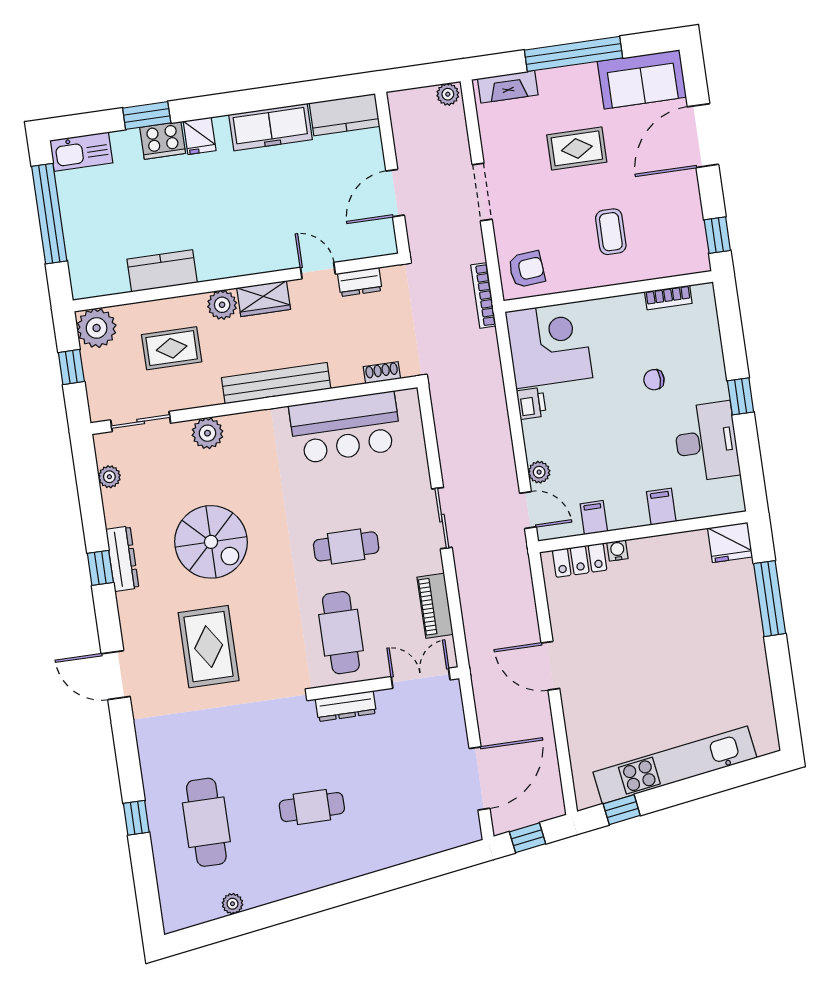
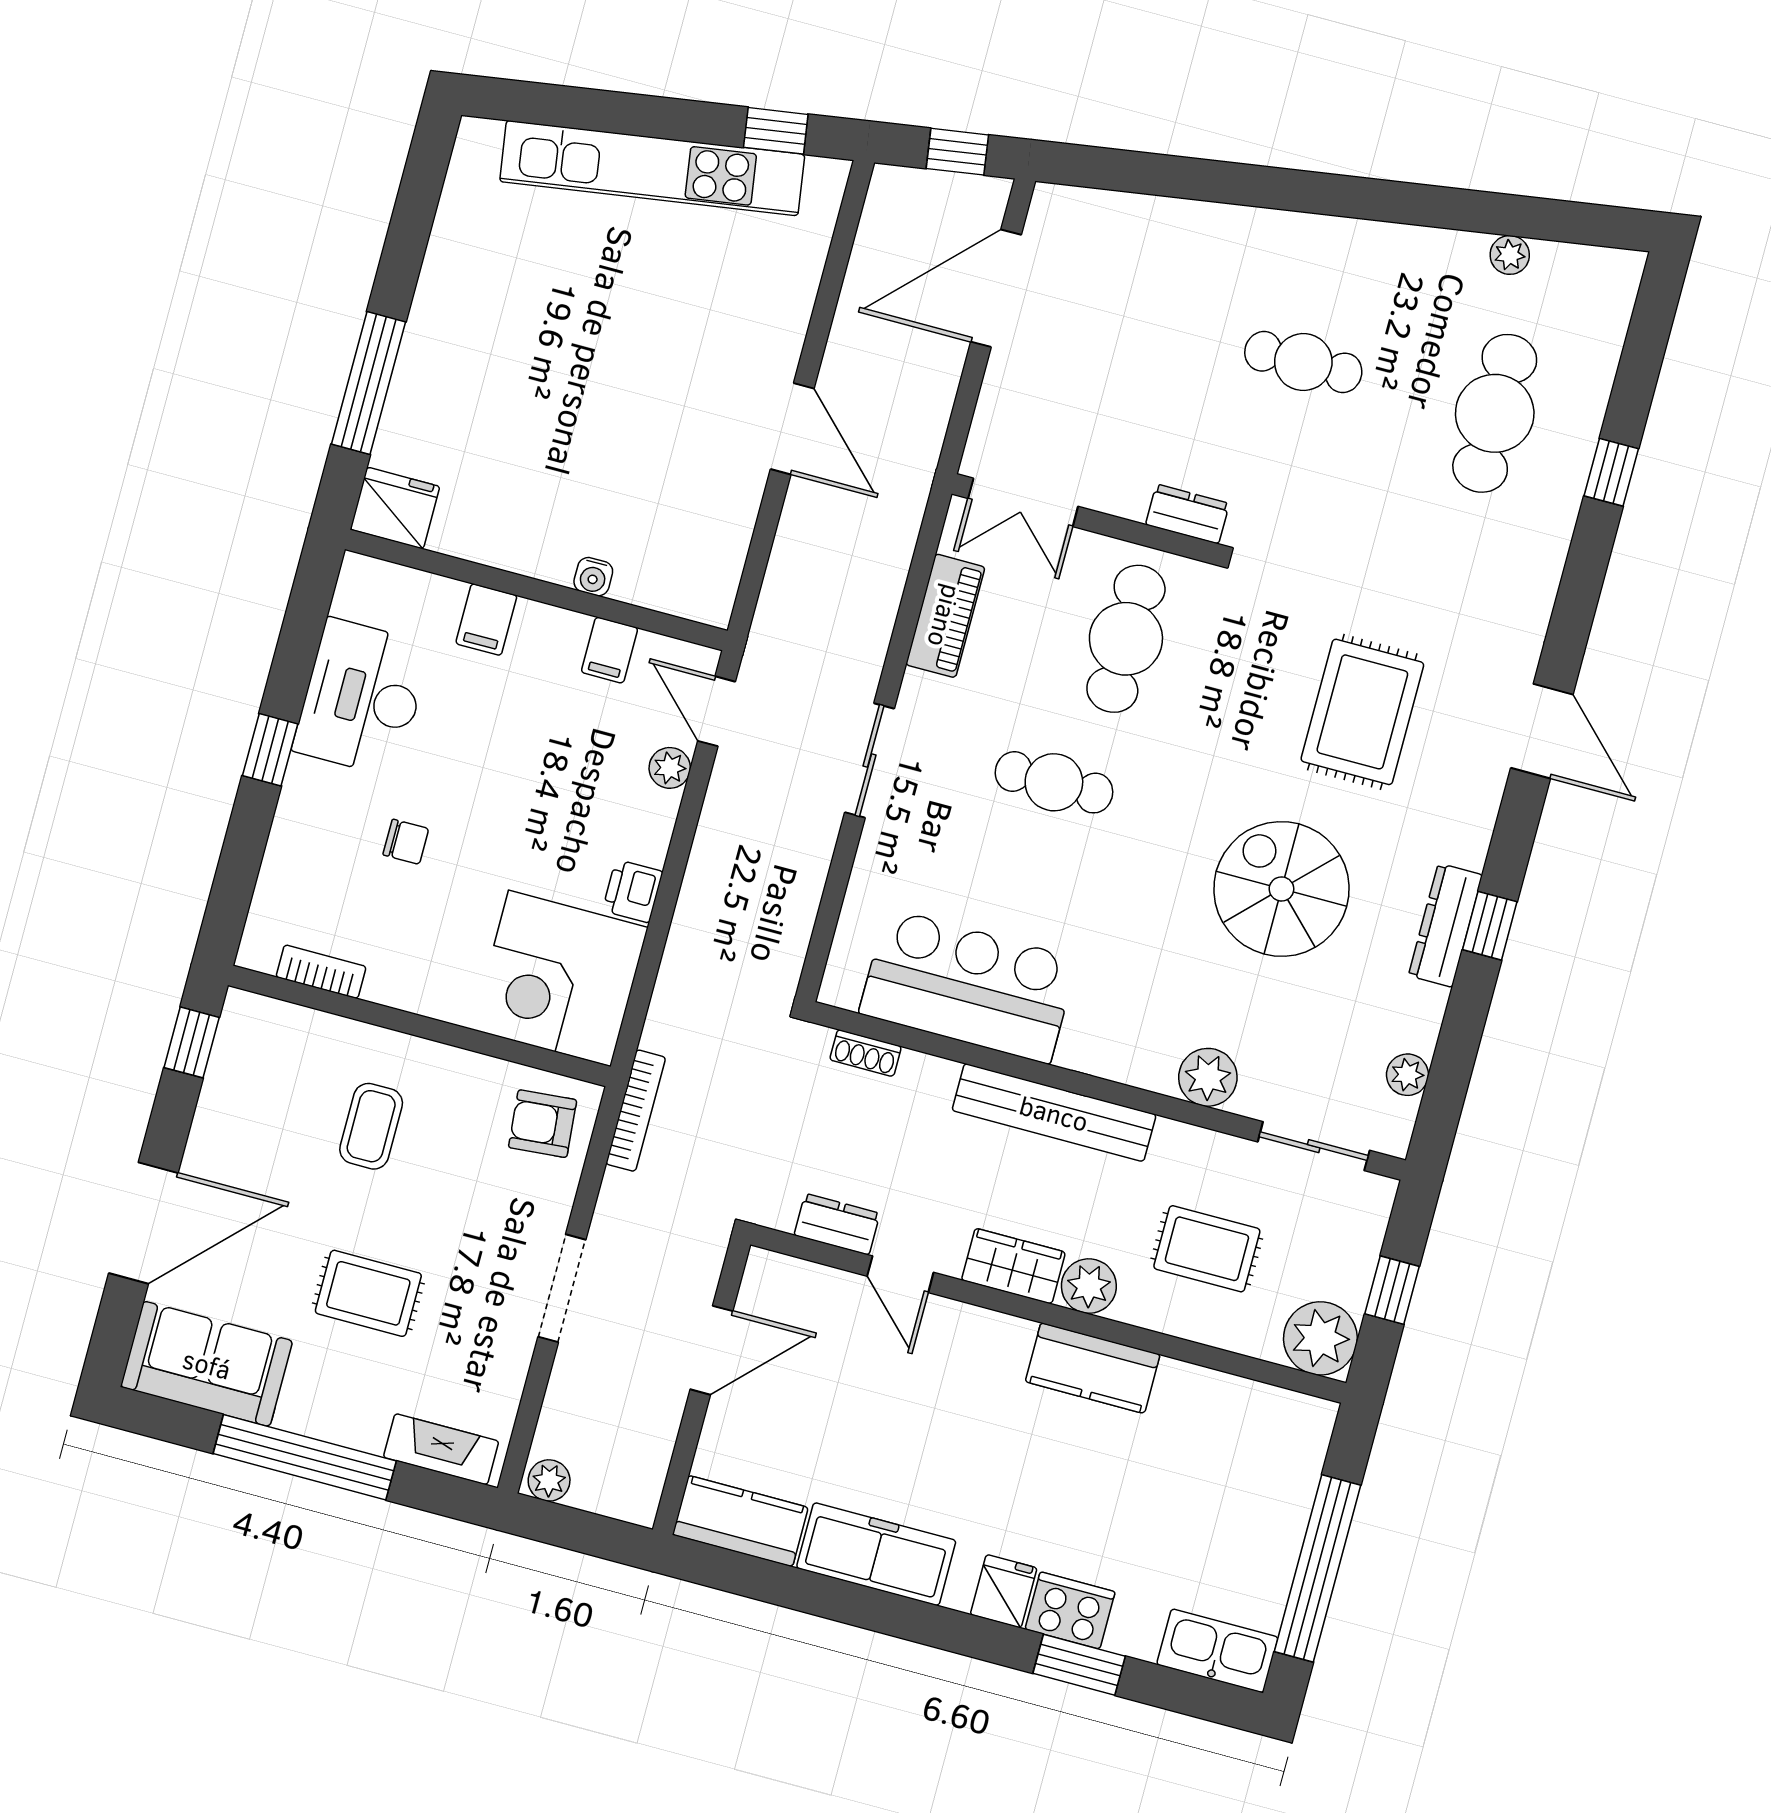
kitchen counter: (162, 271) -> (1093, 1368), moved
locker: (580, 560) -> (665, 588), removed
dresser: (346, 706) -> (1187, 514), width x0.70

